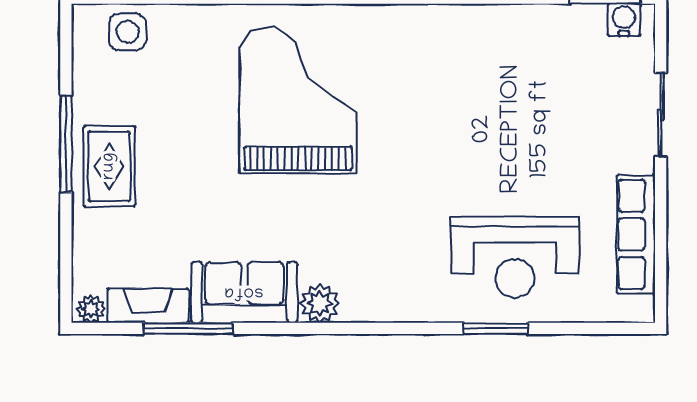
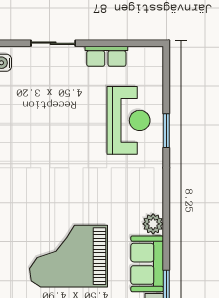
grand piano: (298, 100) -> (68, 256), moved
row of seats: (636, 234) -> (106, 56), width x0.68

